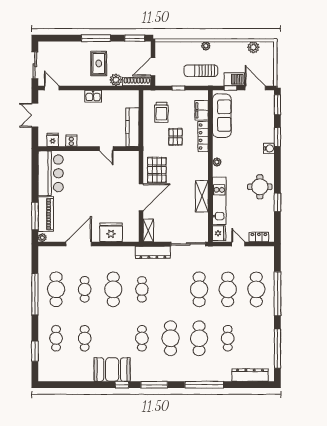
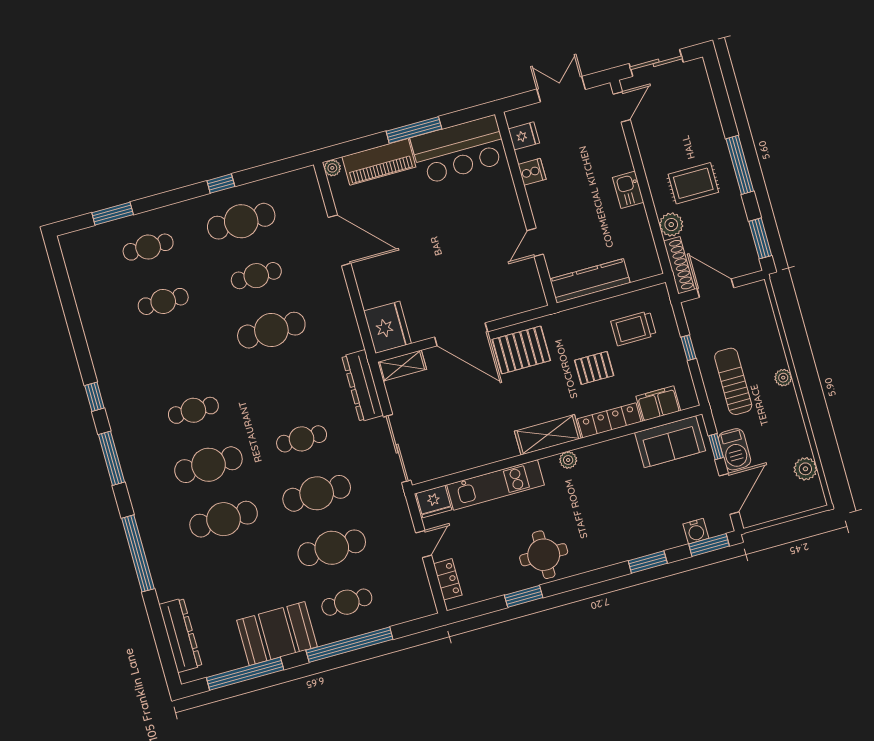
sofa: (222, 116) -> (670, 442), width x0.73
water cooler: (269, 148) -> (696, 531), moved
shelving: (202, 196) -> (548, 435), moved
window: (35, 216) -> (414, 130), moved
fridge: (111, 232) -> (387, 327), moved
cafe table: (142, 289) -> (302, 439), moved
cafe table: (256, 289) -> (347, 602), width x0.73, depth x0.74
window: (35, 294) -> (221, 184), width x0.32
cafe table: (228, 338) -> (239, 574), removed
booth: (112, 369) -> (277, 634), moved, turned 90

